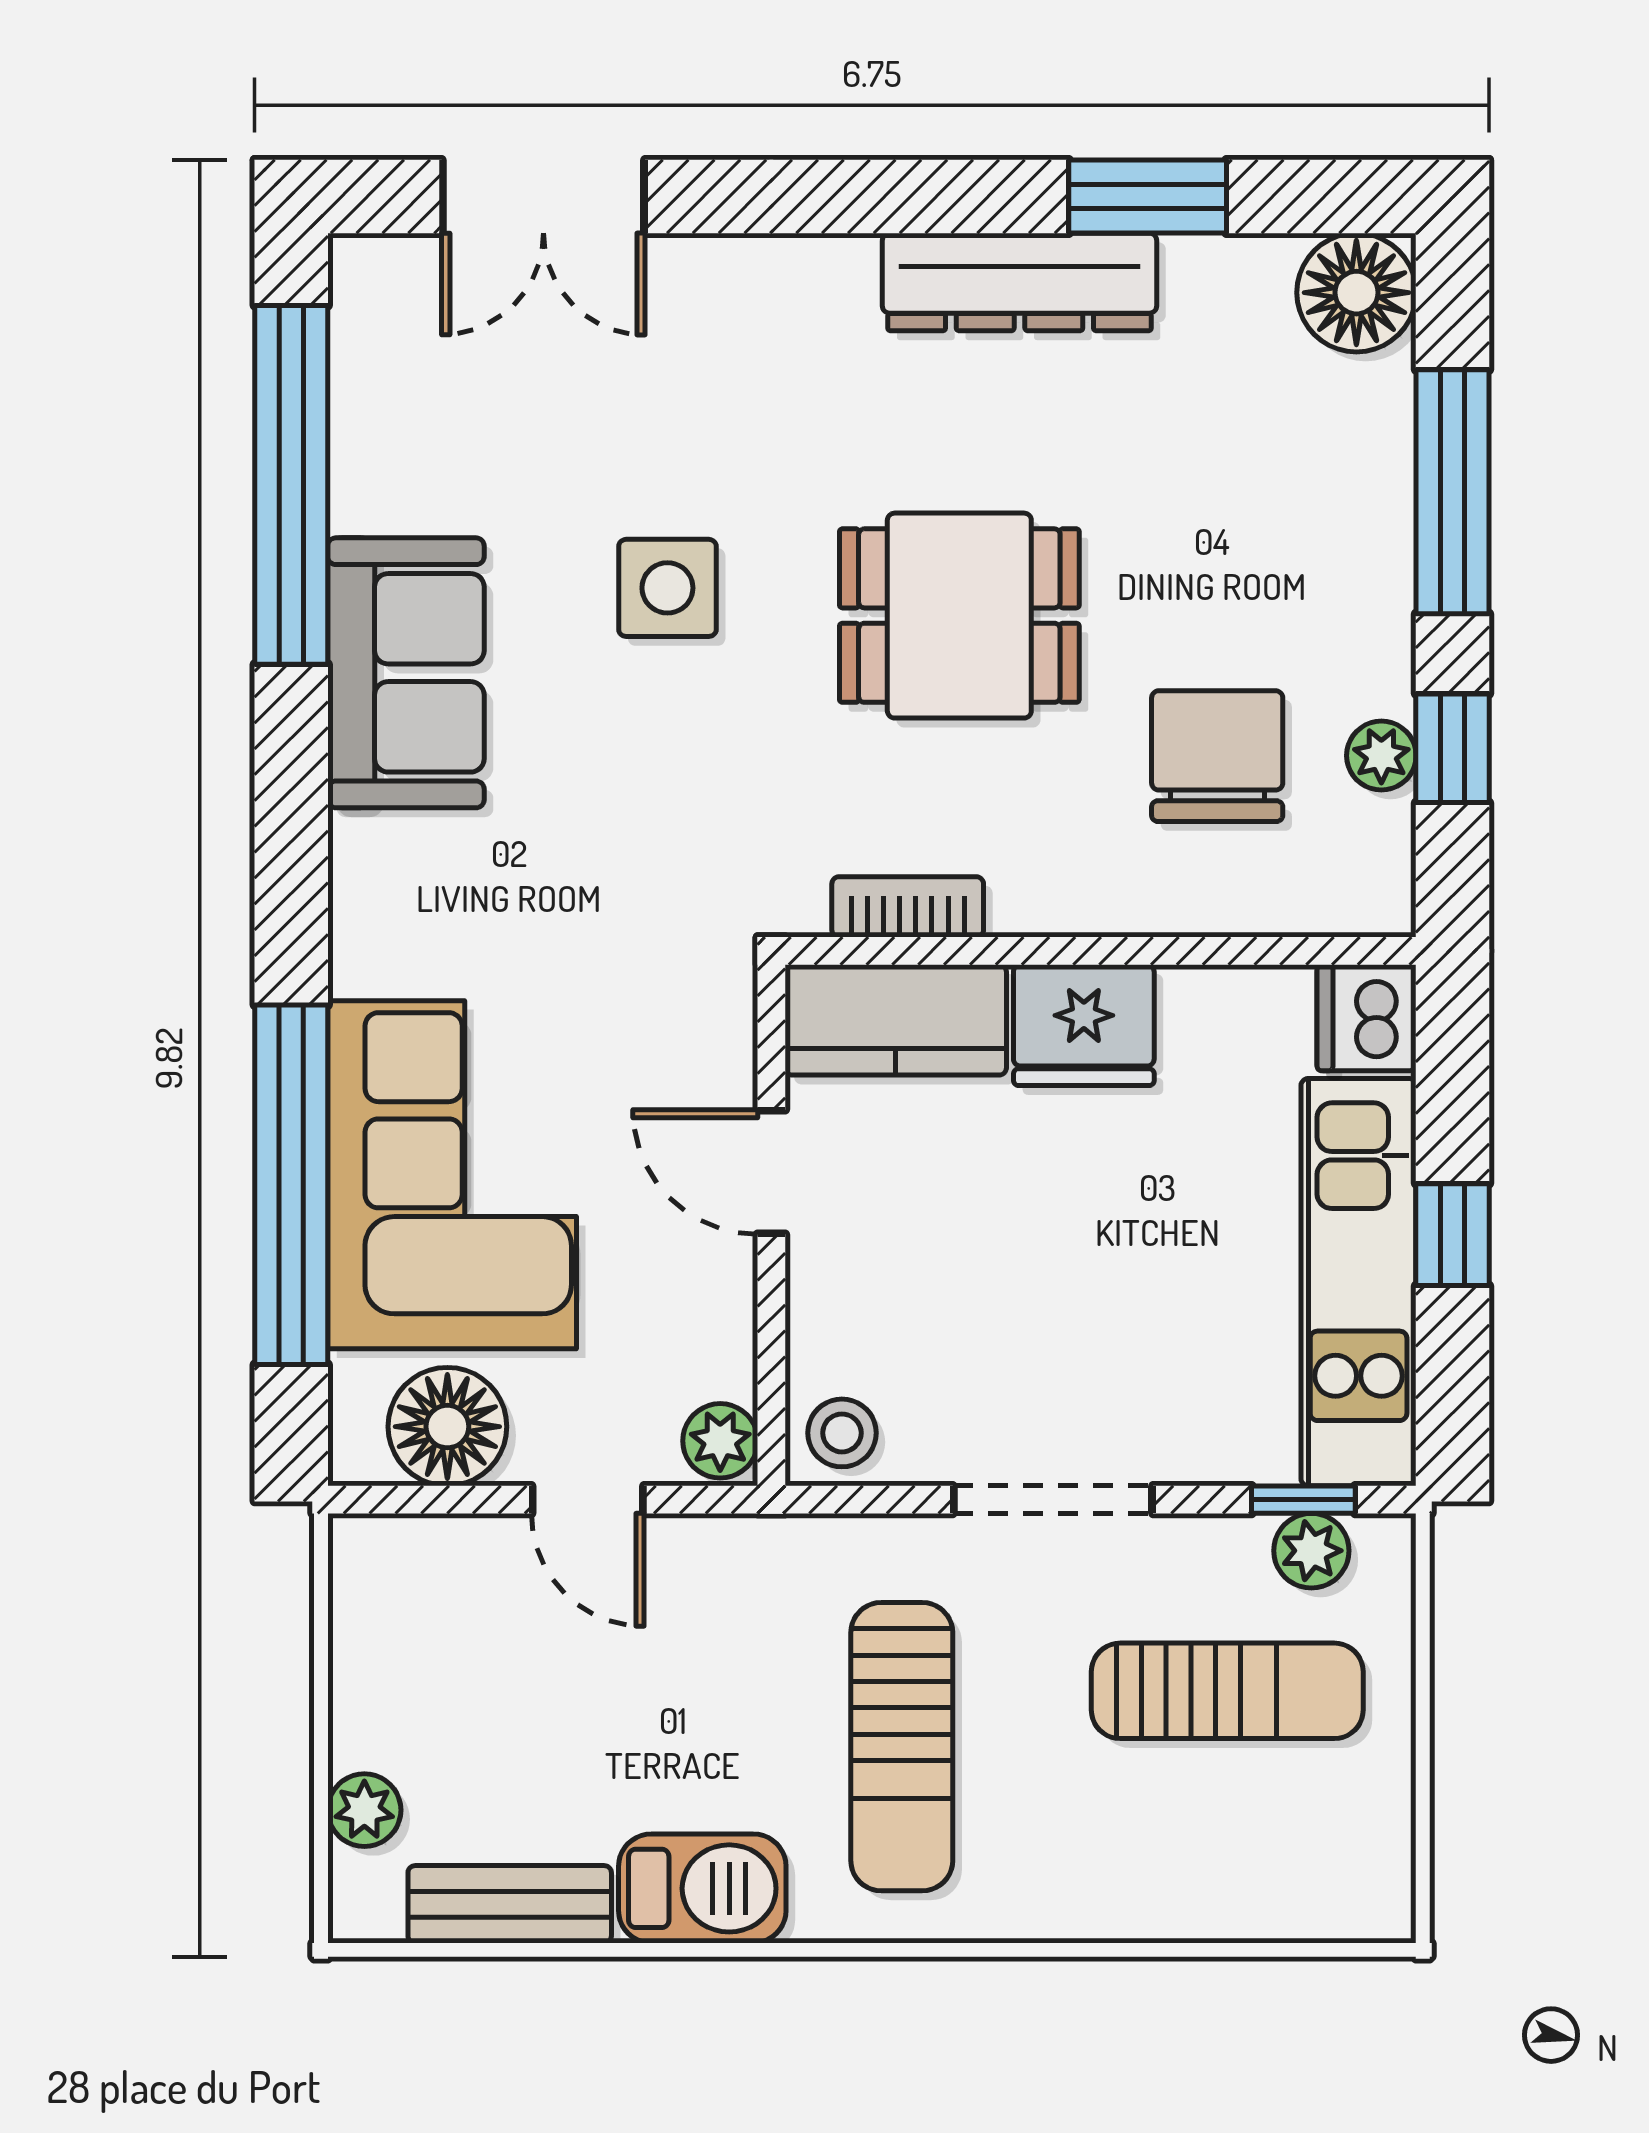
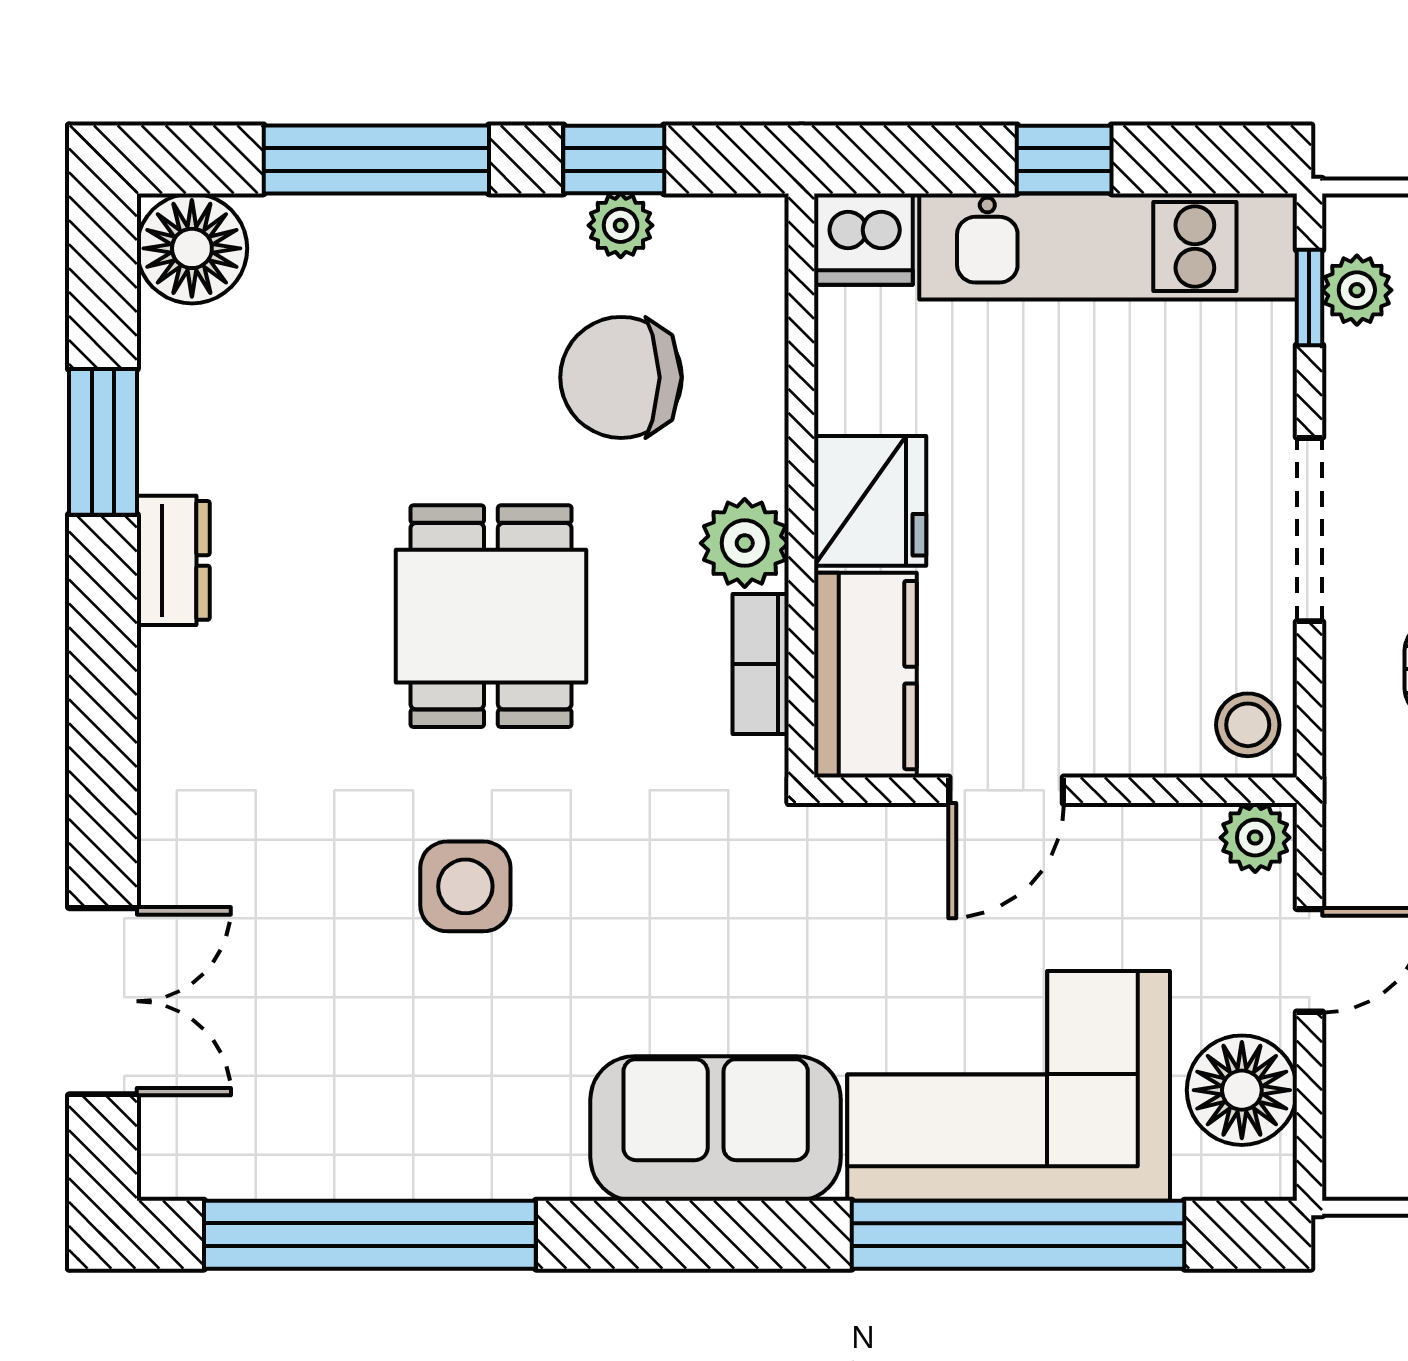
dresser: (1020, 282) -> (173, 560), width x0.51, depth x0.80
sofa: (406, 673) -> (716, 1129), moved
plant: (1038, 890) -> (745, 543), added

